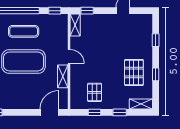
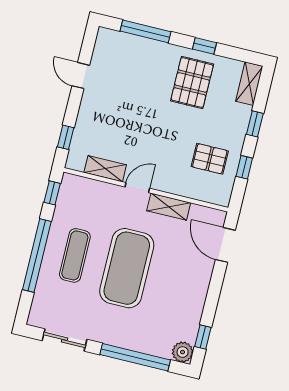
shelving: (75, 25) -> (105, 169), moved
window: (156, 40) -> (145, 31), width x2.17
pallet: (134, 72) -> (192, 82), turned 90

